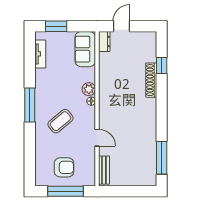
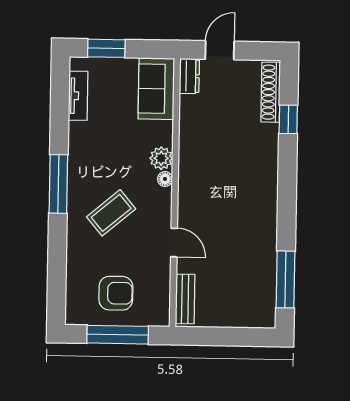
shoe rack: (151, 80) -> (271, 92), moved

